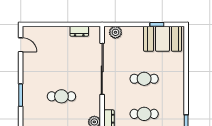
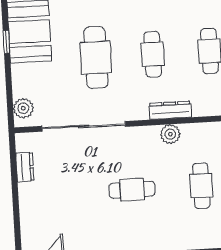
cafe table: (144, 79) -> (96, 58), width x1.37, depth x1.35
cafe table: (61, 96) -> (132, 190), turned 90

